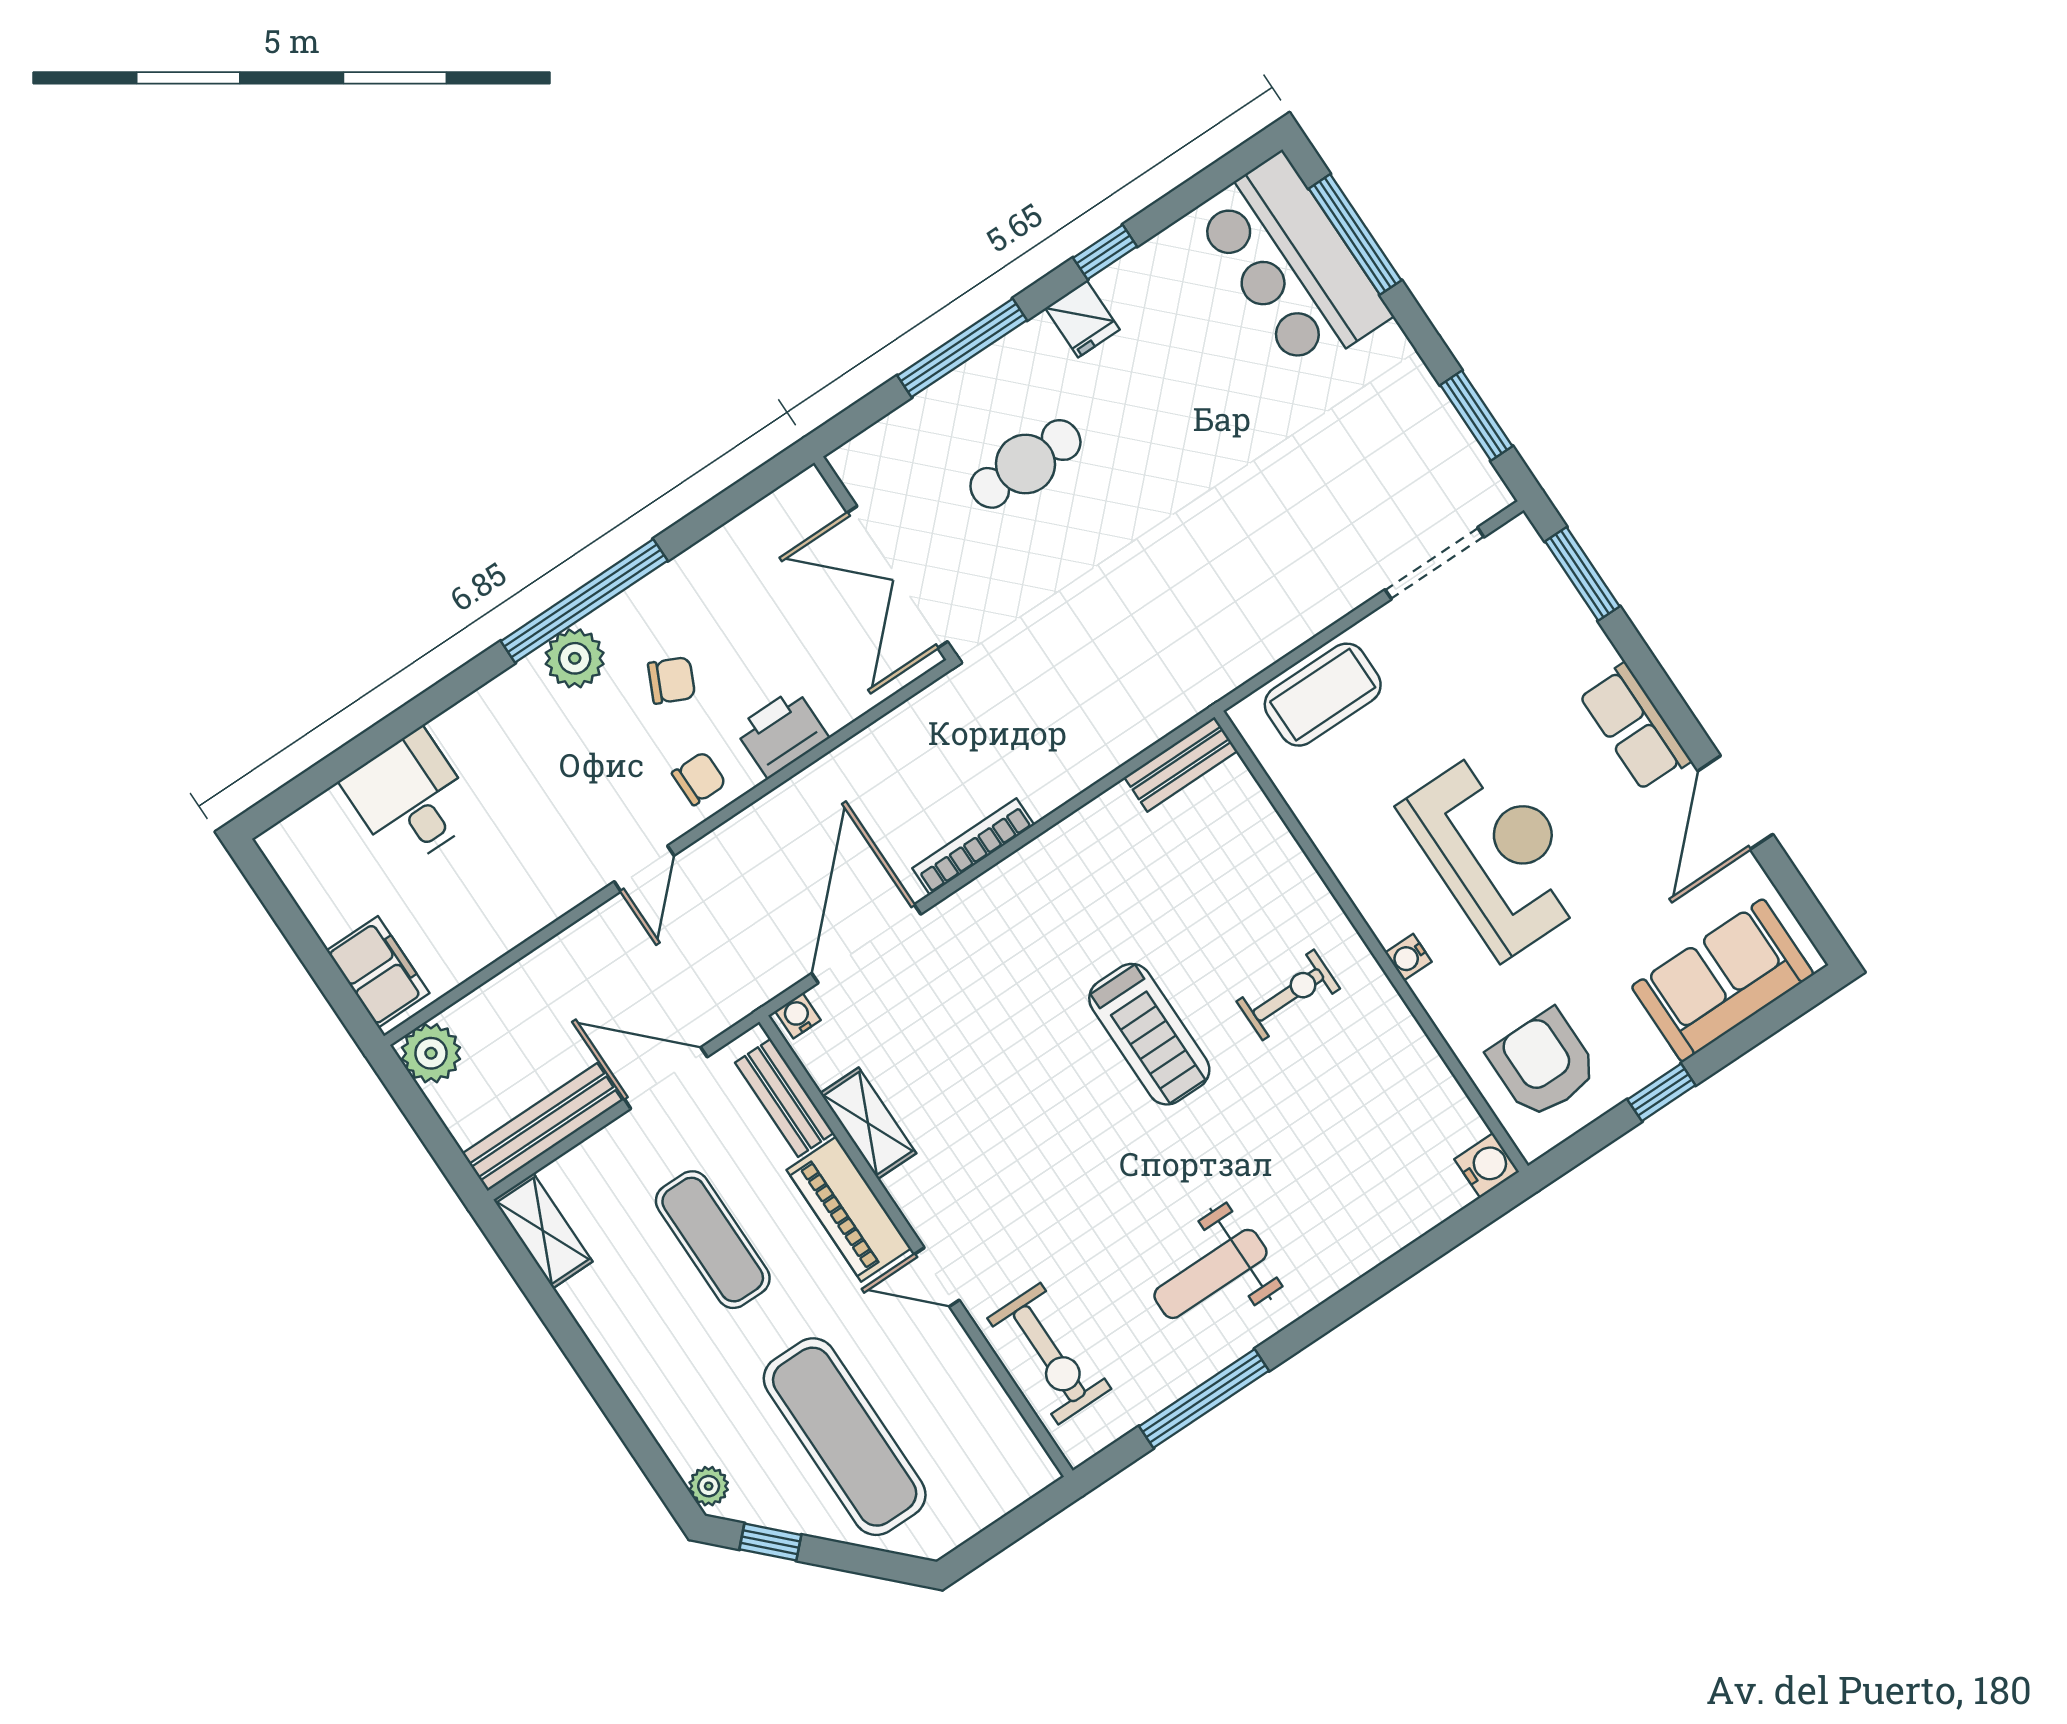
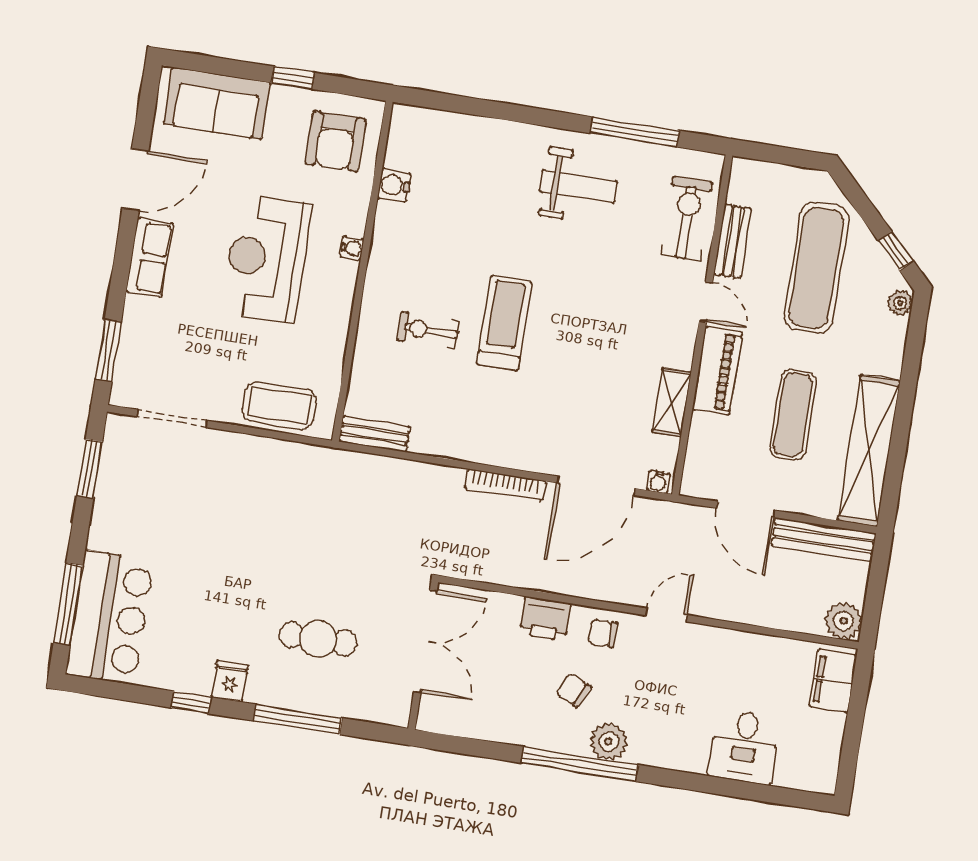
exercise bike: (1288, 995) -> (429, 330), moved
bench: (784, 1098) -> (732, 241), moved
water cooler: (1487, 1165) -> (394, 185), moved
shelving: (543, 1231) -> (869, 451), width x2.20, depth x1.33

